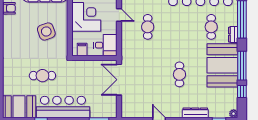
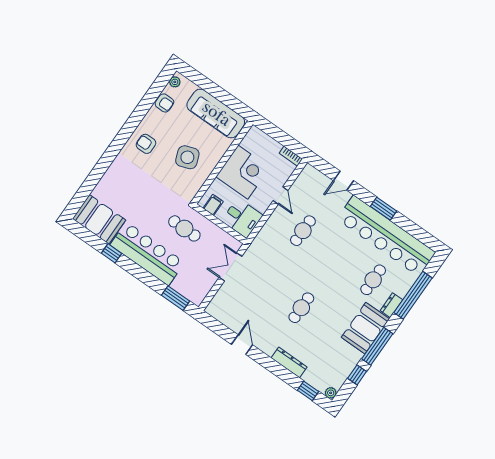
armchair: (15, 41) -> (146, 144), added
booth: (222, 65) -> (365, 328), width x0.73, depth x0.70
cafe table: (42, 76) -> (184, 228), moved
double door: (119, 80) -> (230, 267), width x0.73

